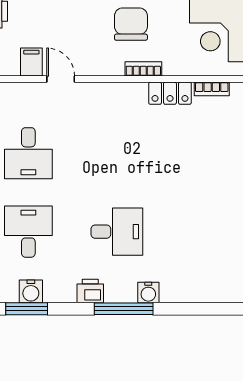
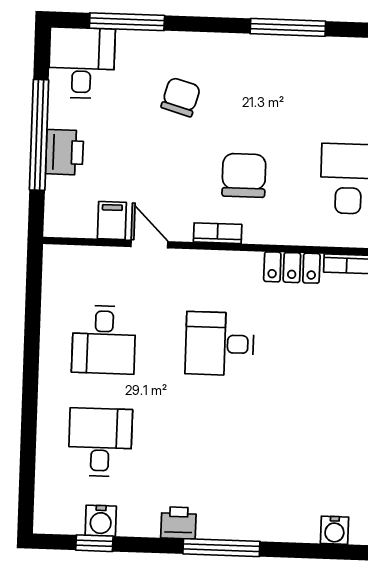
bookcase: (143, 69) -> (218, 233), moved
desk: (117, 232) -> (220, 344), moved, turned 180
water cooler: (148, 293) -> (335, 530), moved
window: (27, 309) -> (94, 543), width x0.67

